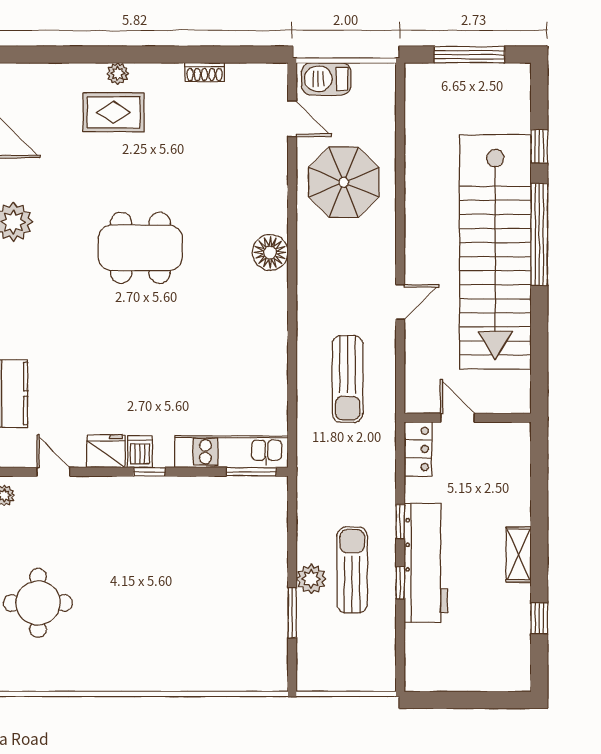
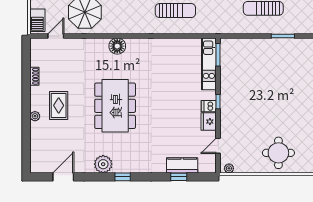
rug: (114, 112) -> (59, 105), moved
dining table: (140, 248) -> (115, 106), width x1.36, depth x1.24
plant: (311, 579) -> (267, 27), removed

